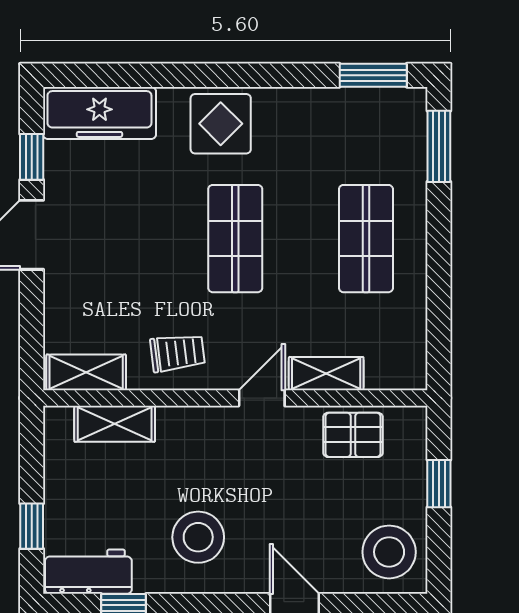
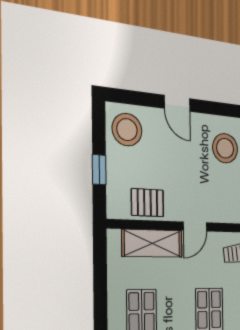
shelving: (326, 374) -> (152, 243), width x1.50, depth x1.33

